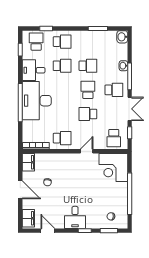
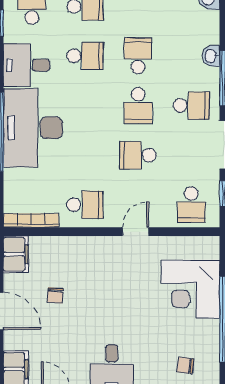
school desk: (88, 66) -> (138, 56), turned -90
school desk: (88, 90) -> (138, 106), turned 180
corner desk: (113, 167) -> (190, 289), moved

